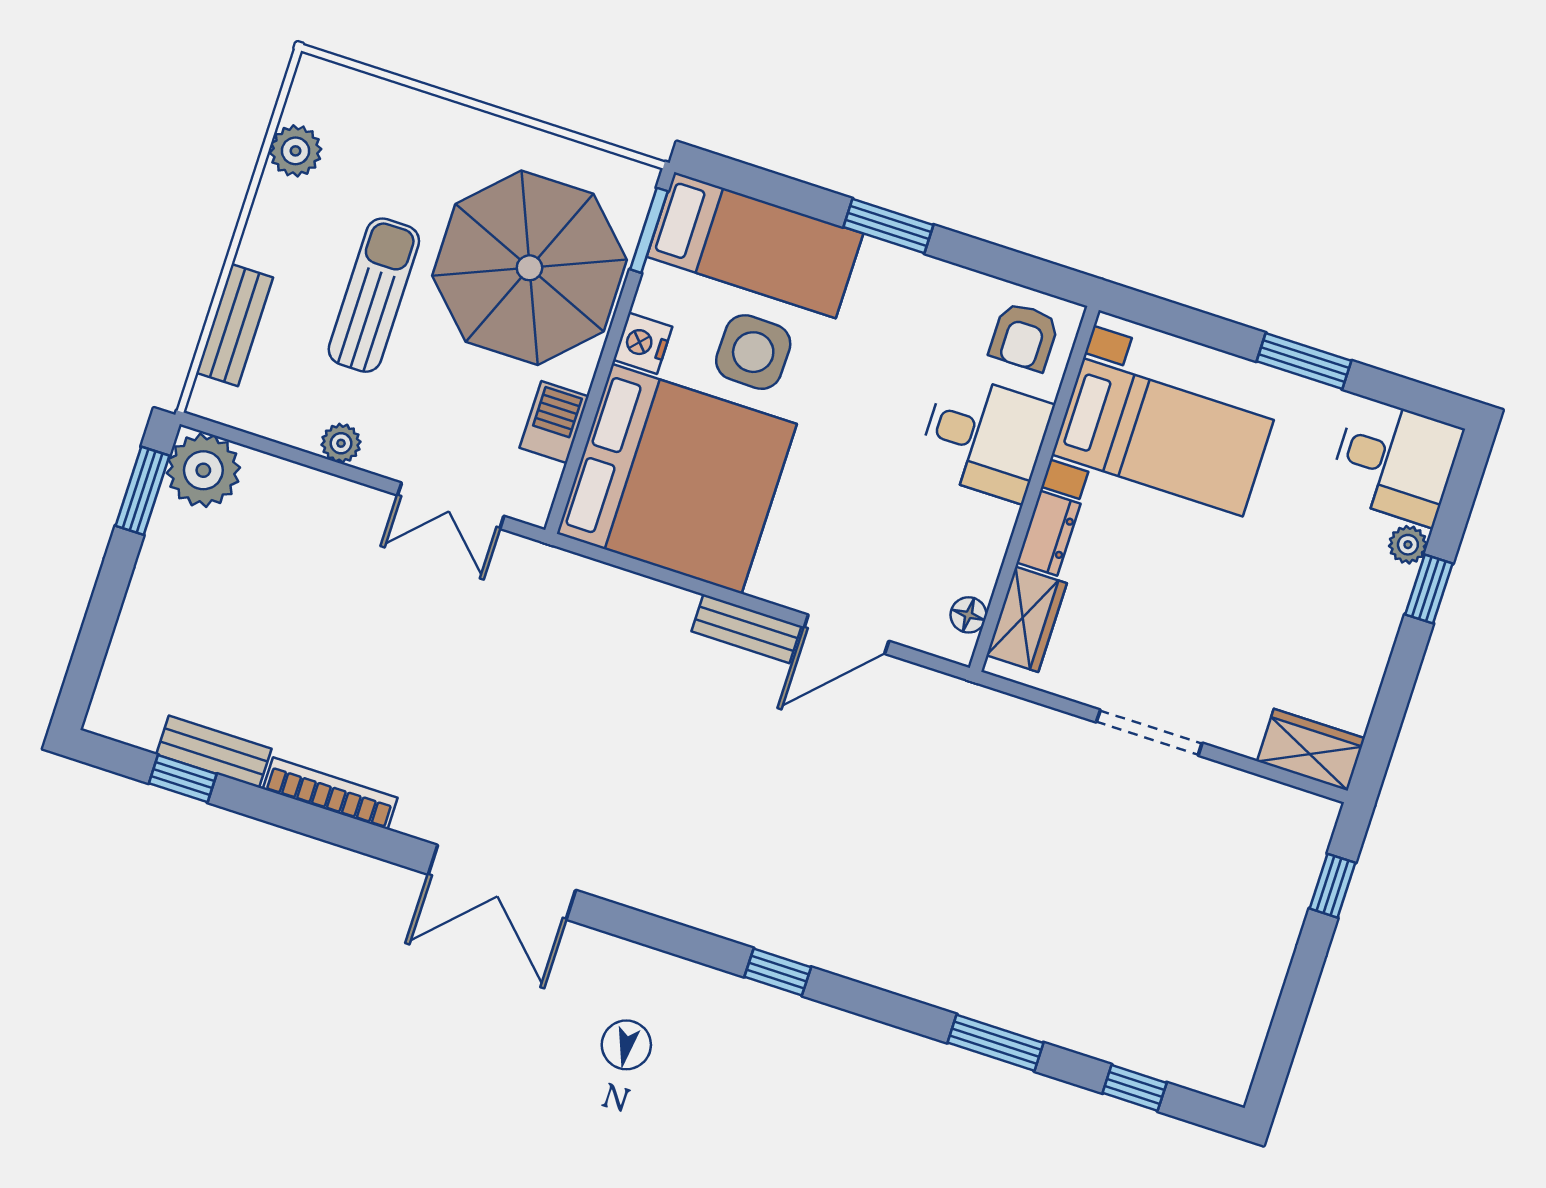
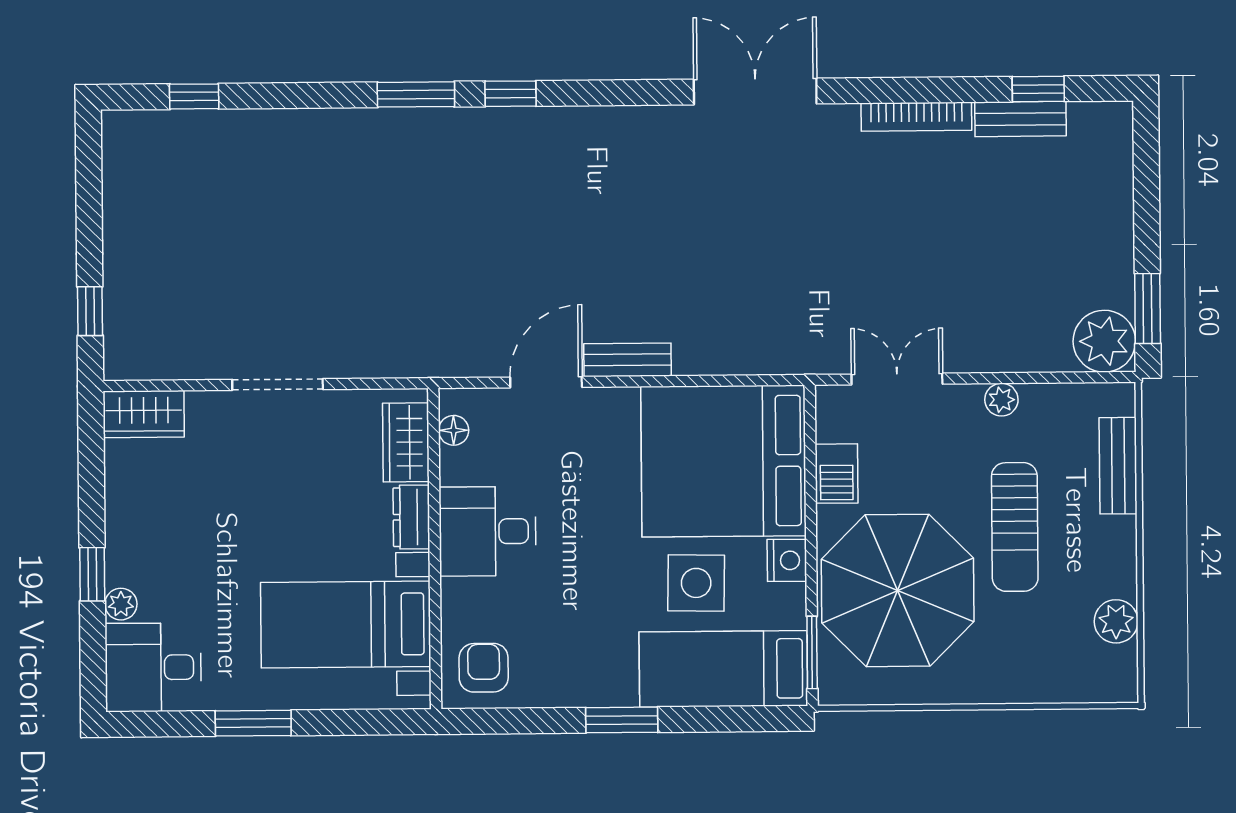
desk: (985, 437) -> (488, 531), moved
window: (995, 1043) -> (416, 94), moved

